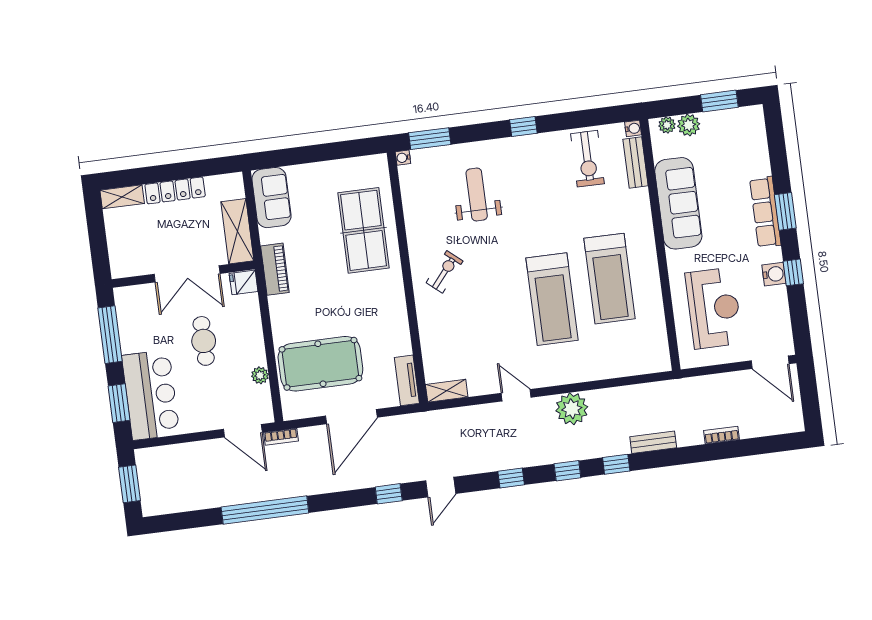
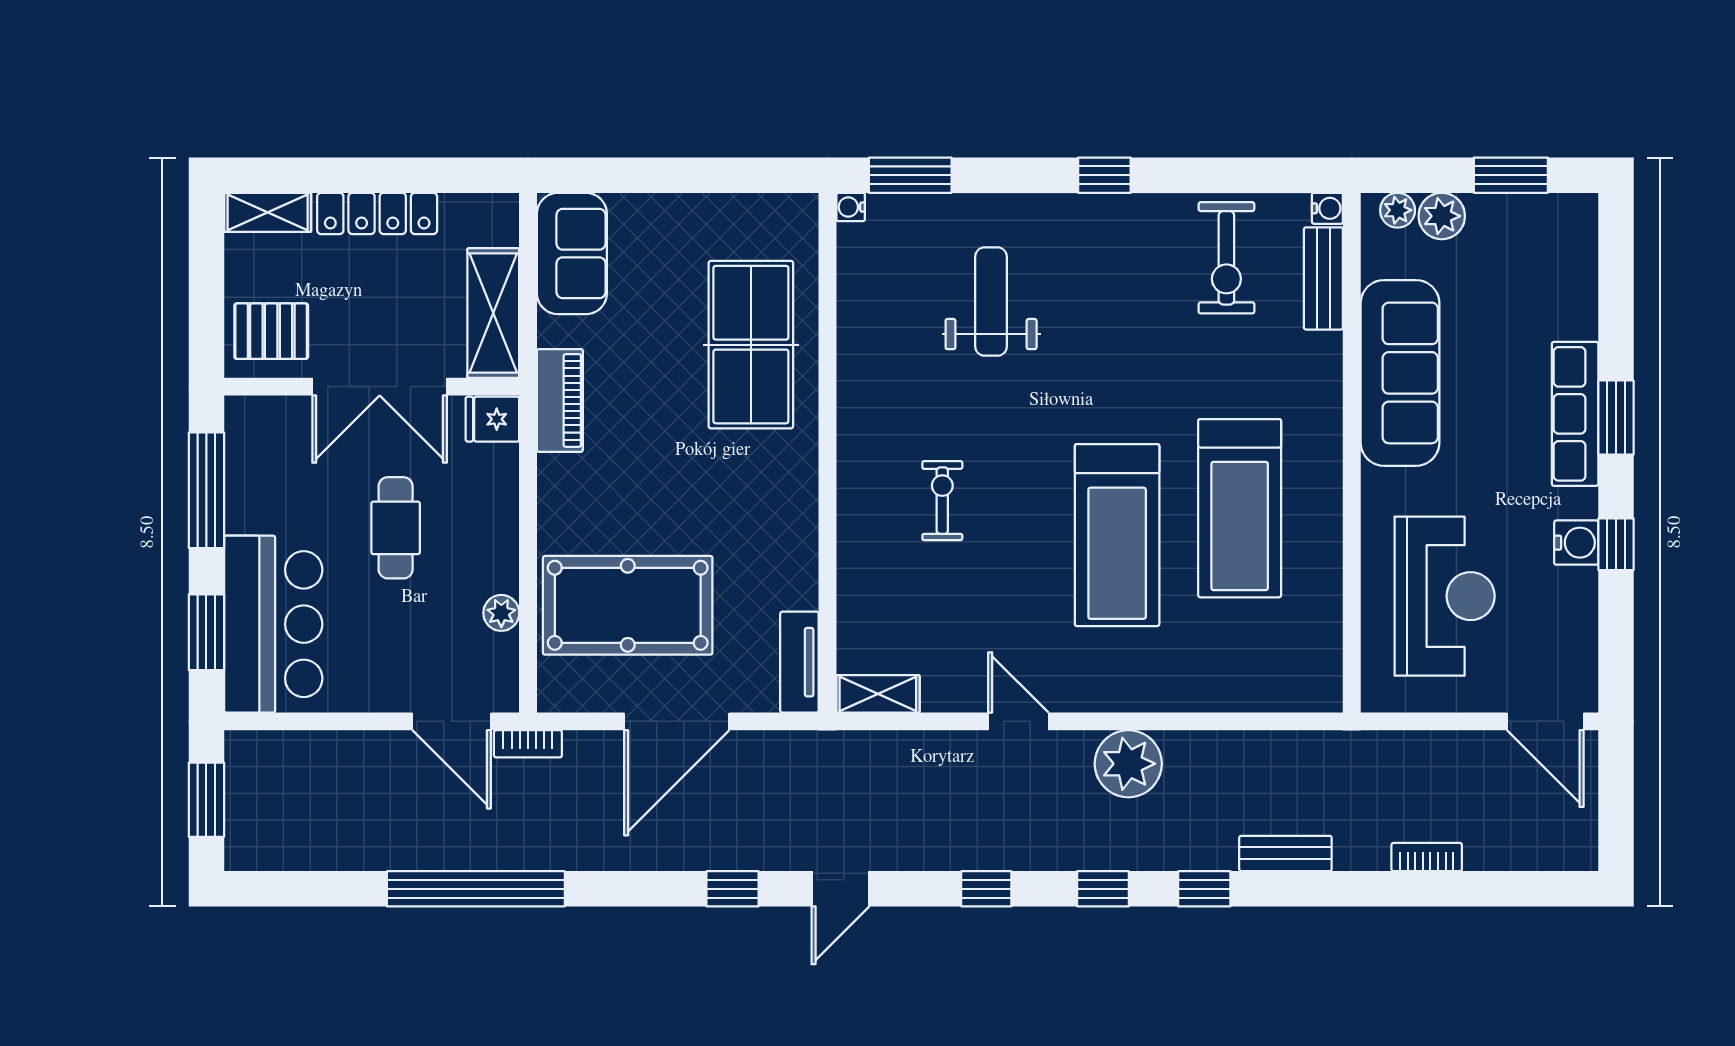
pallet: (131, 254) -> (271, 331), added
exercise bike: (445, 272) -> (942, 501), moved, turned -40

